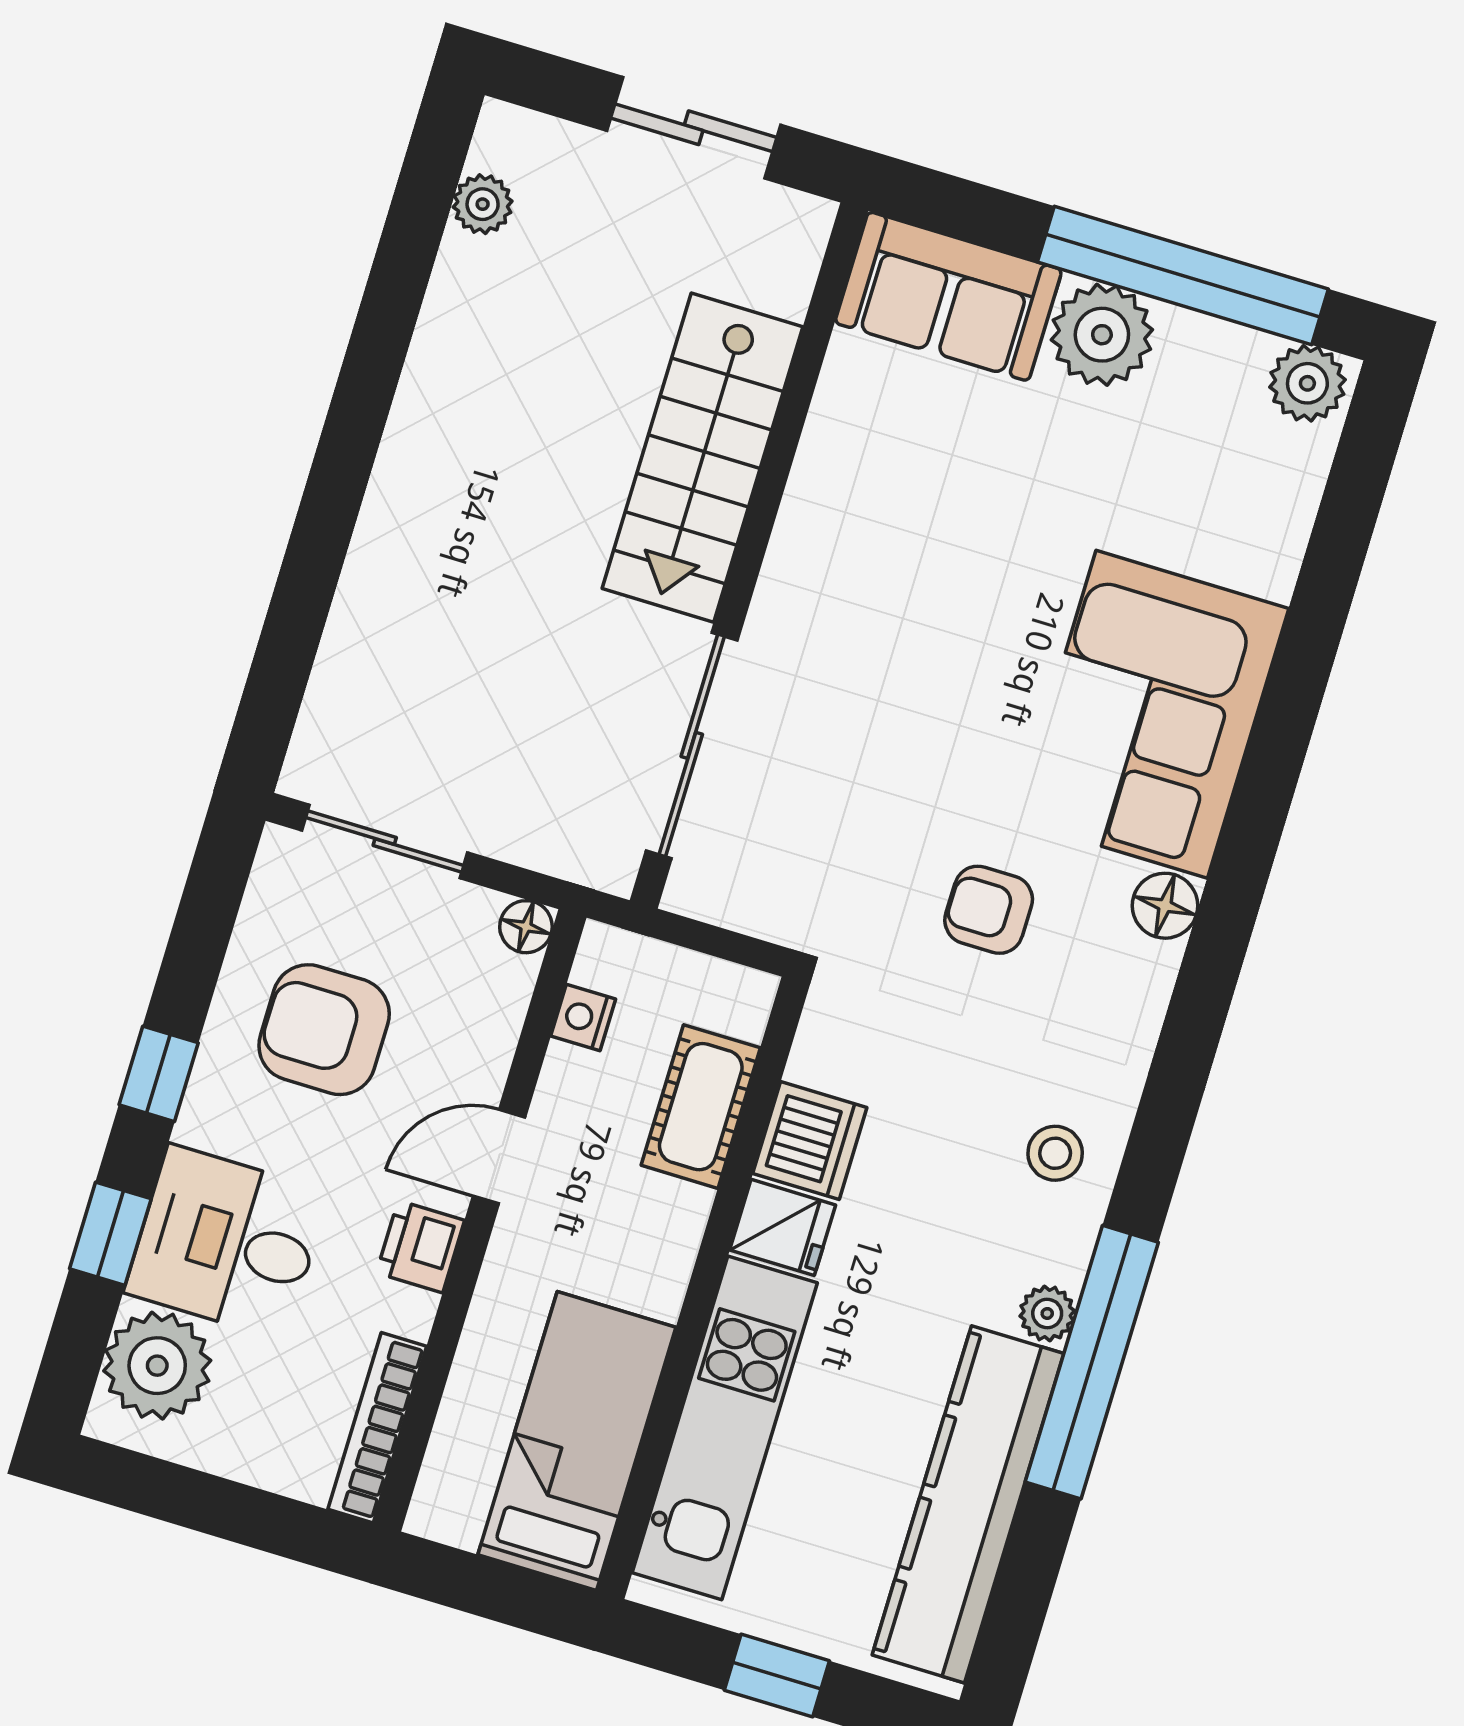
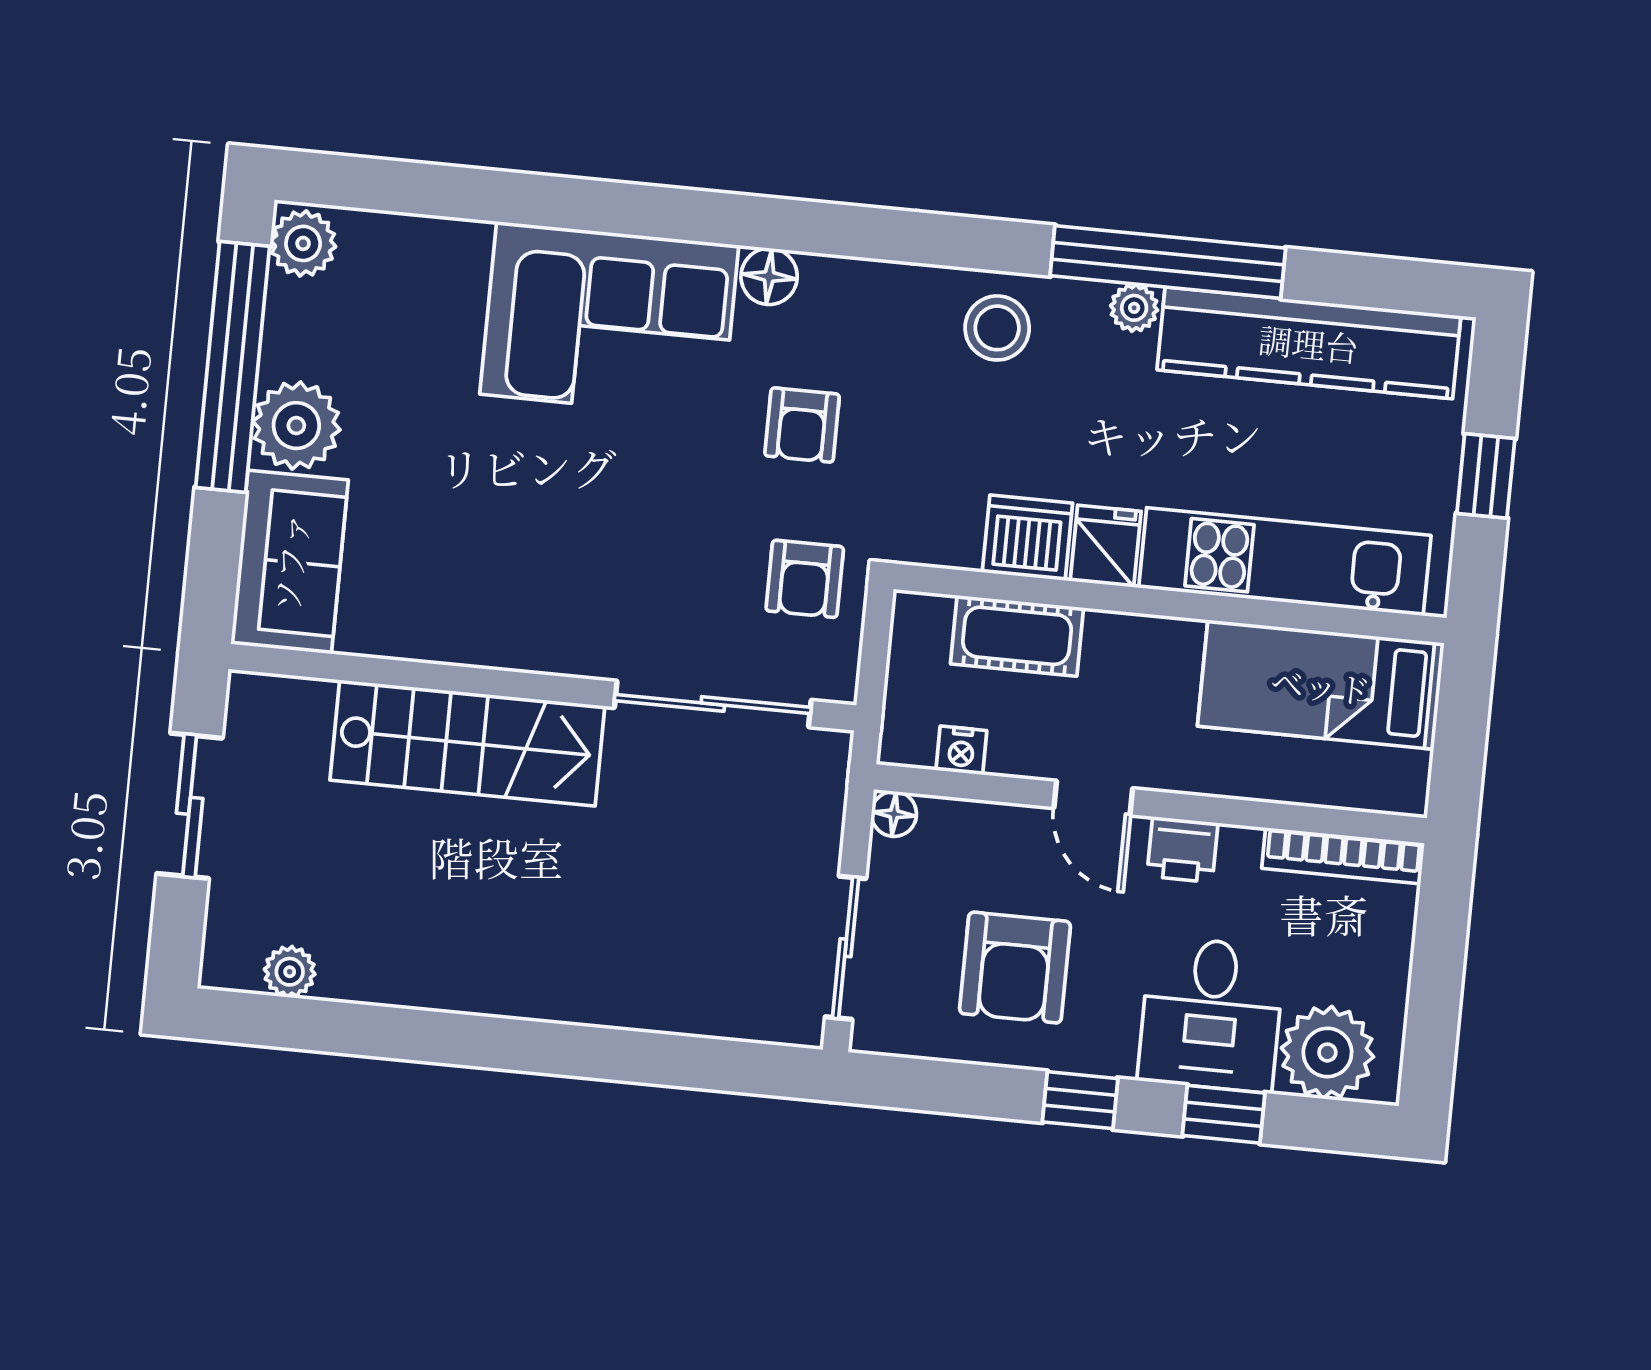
armchair: (813, 878) -> (805, 579), added
stool: (1055, 1153) -> (997, 328), width x1.37, depth x1.37

